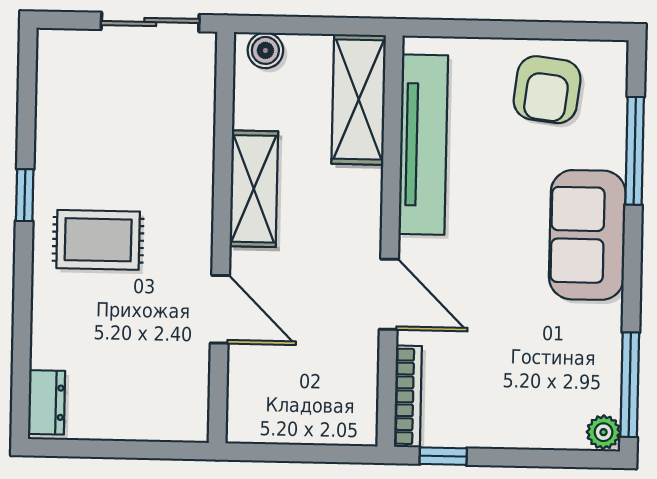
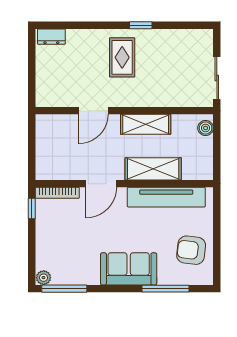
shelving: (359, 99) -> (153, 169), moved

